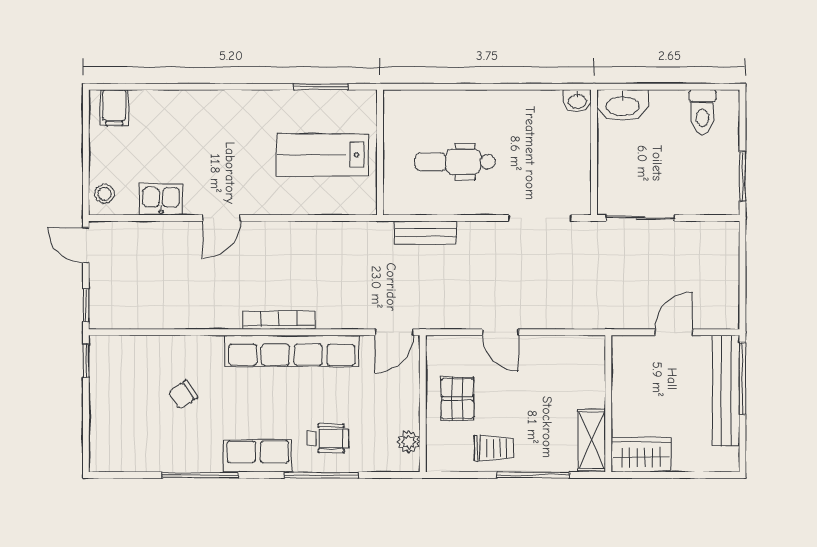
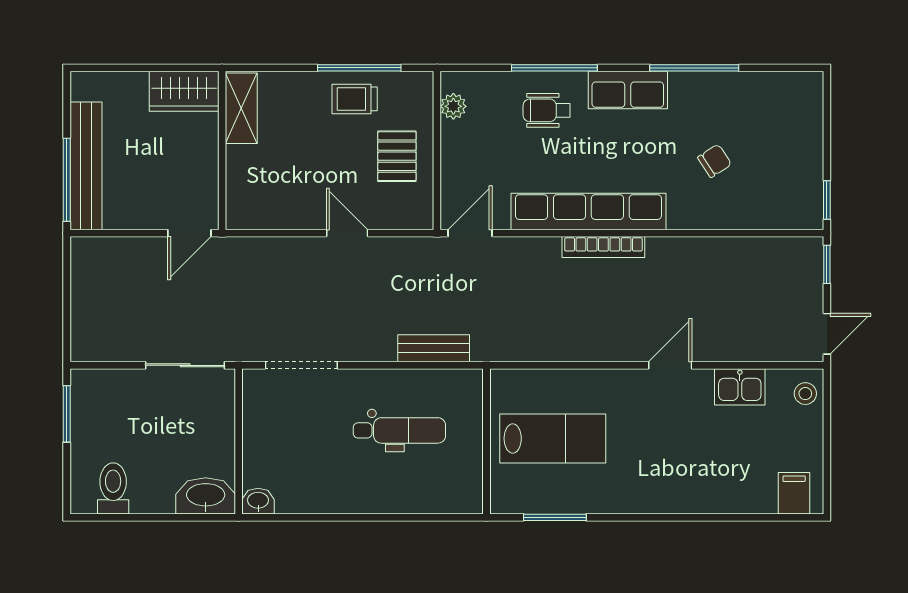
door: (86, 245) -> (827, 334), hinge flipped
door: (674, 332) -> (189, 233), moved
window: (533, 475) -> (359, 68), moved

